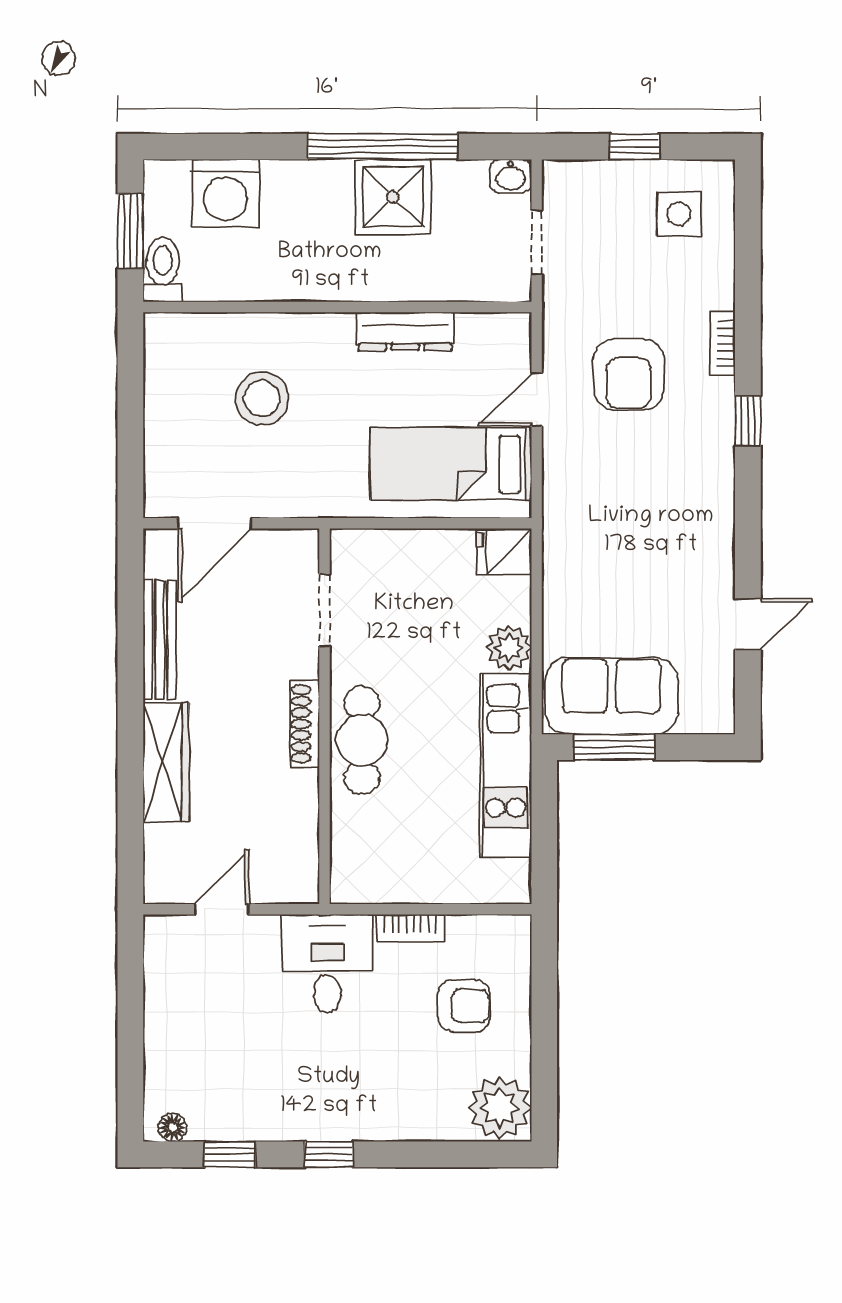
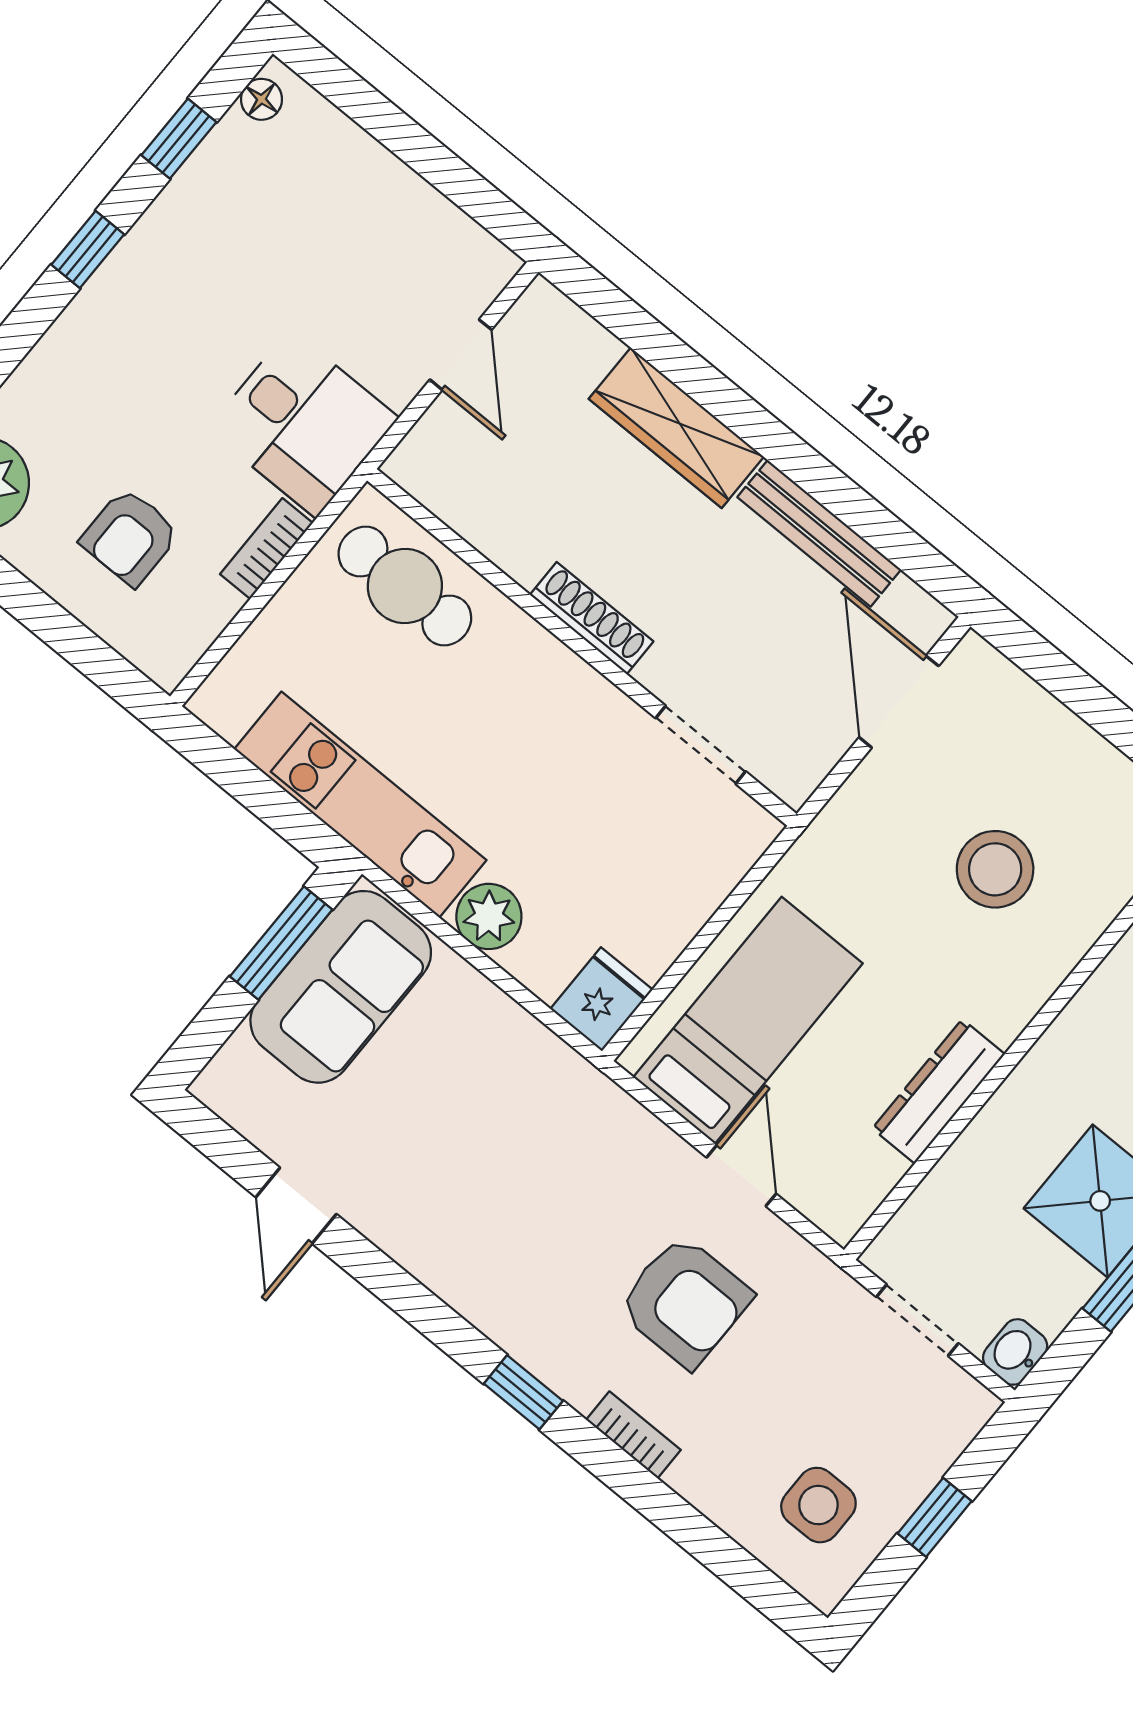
armchair: (629, 375) -> (685, 1301), turned 180
cafe table: (362, 740) -> (405, 586), moved

